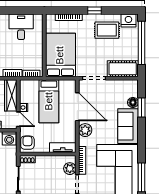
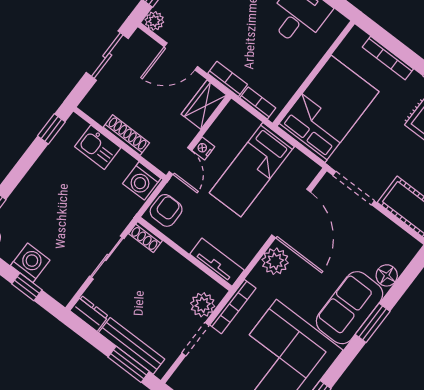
wardrobe: (11, 95) -> (204, 105), width x0.67
window: (141, 107) -> (373, 323), moved

